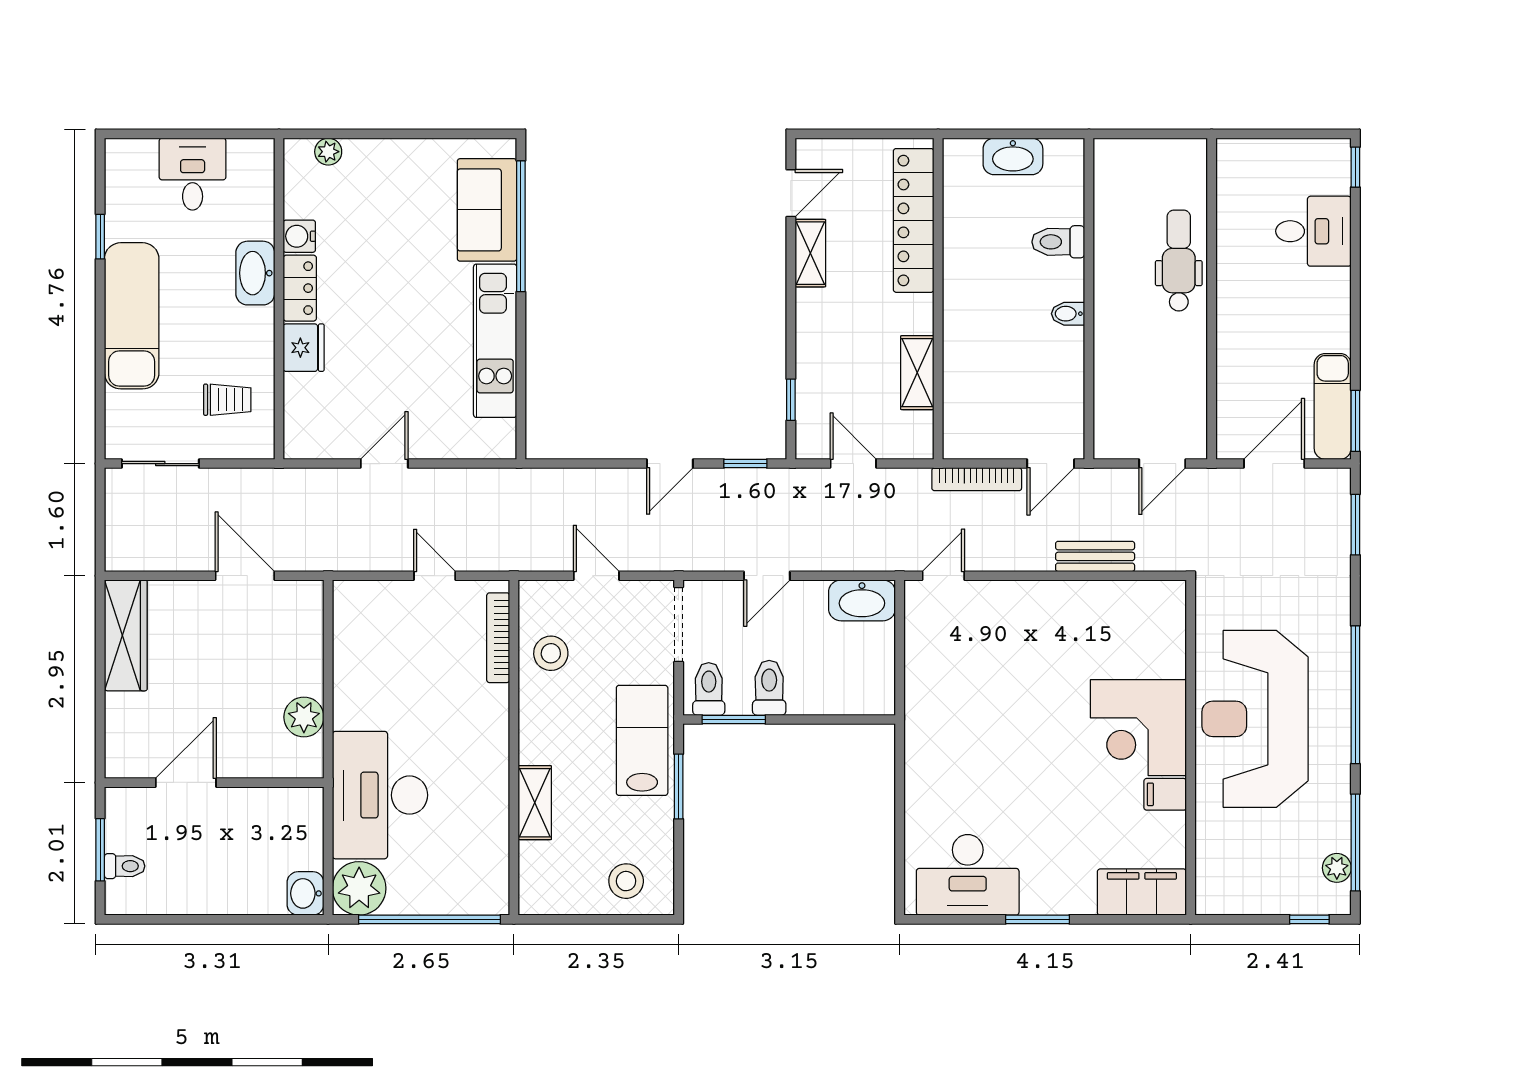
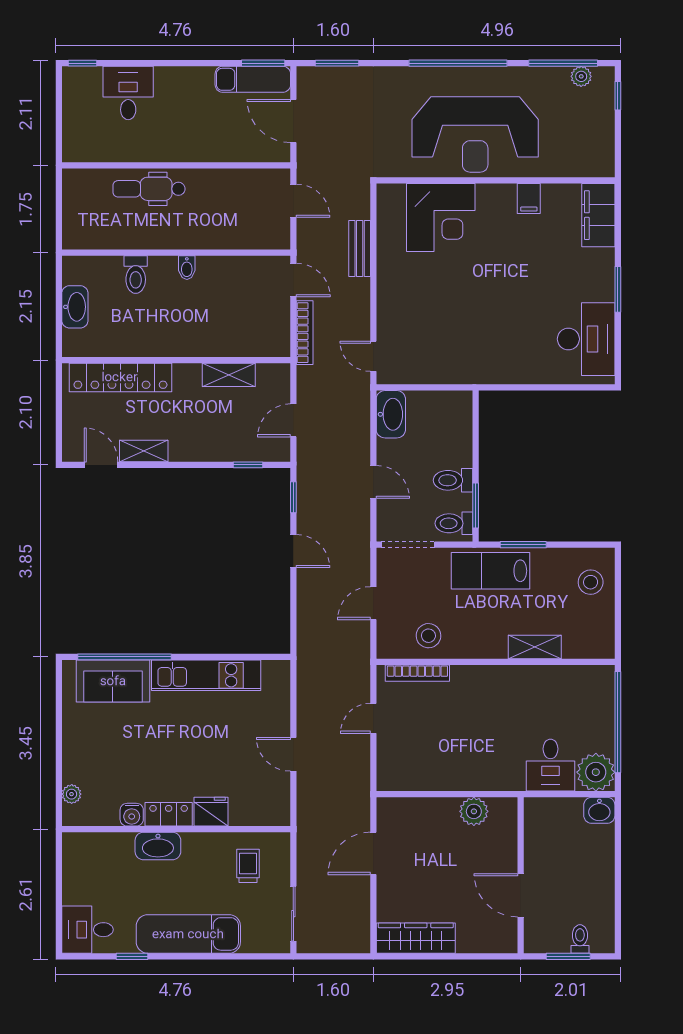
desk: (193, 174) -> (87, 930), moved
corner desk: (1138, 728) -> (441, 218), moved
desk: (380, 795) -> (551, 765), width x0.53, depth x0.77

